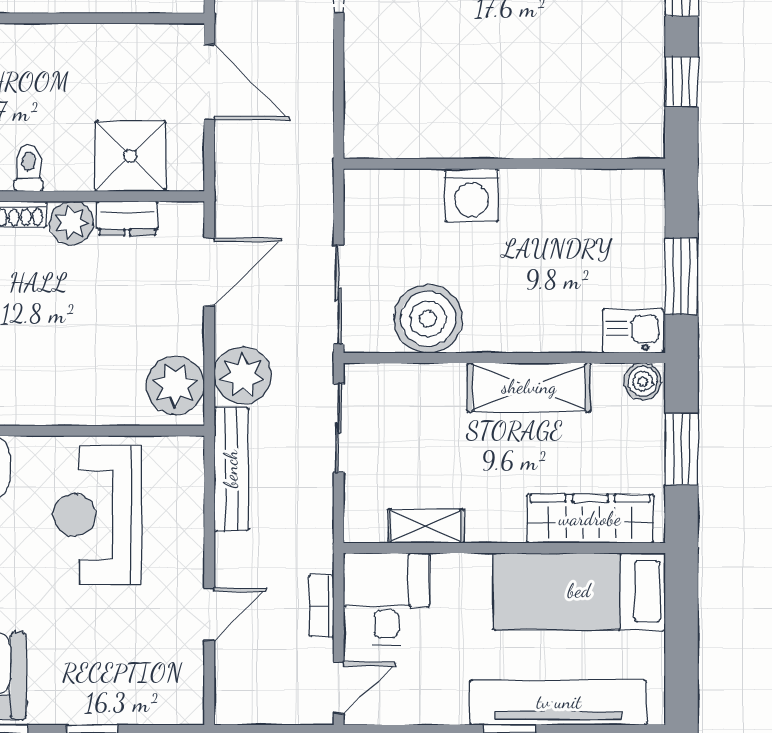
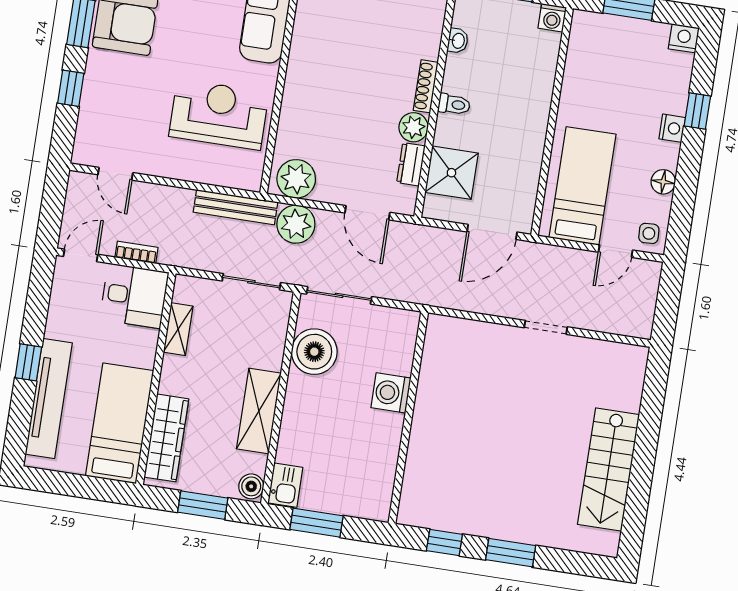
door: (209, 614) -> (115, 174), moved
door: (339, 688) -> (81, 255), swing flipped

